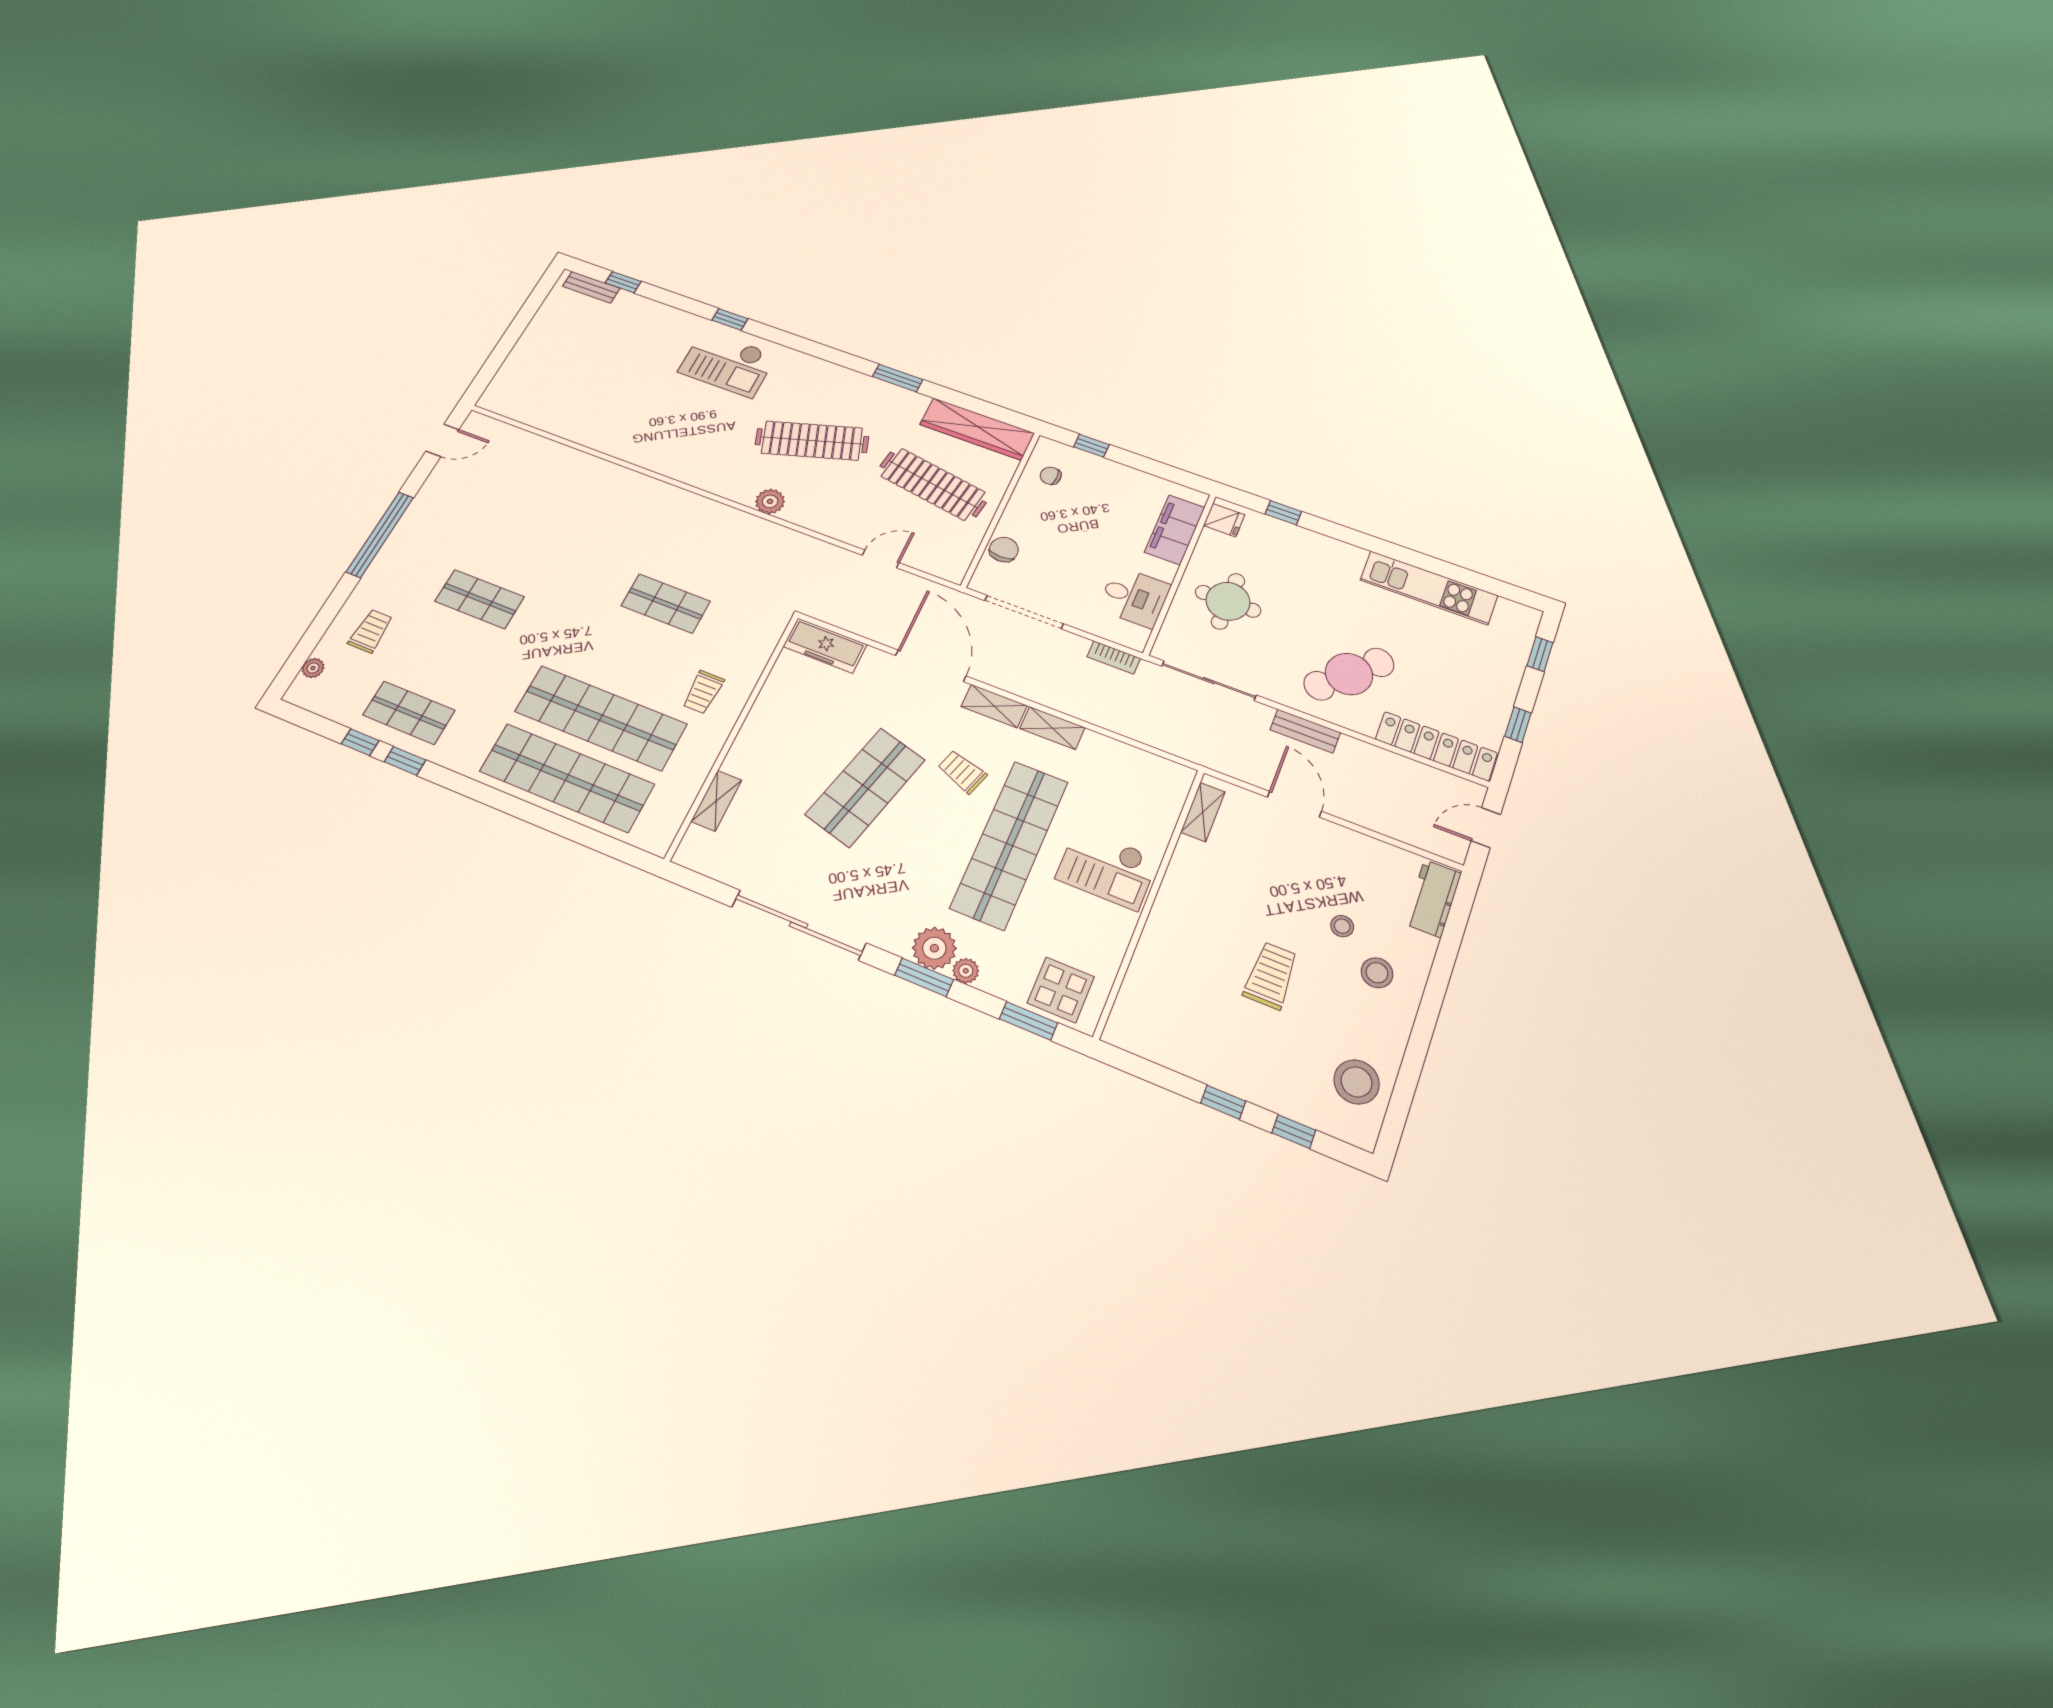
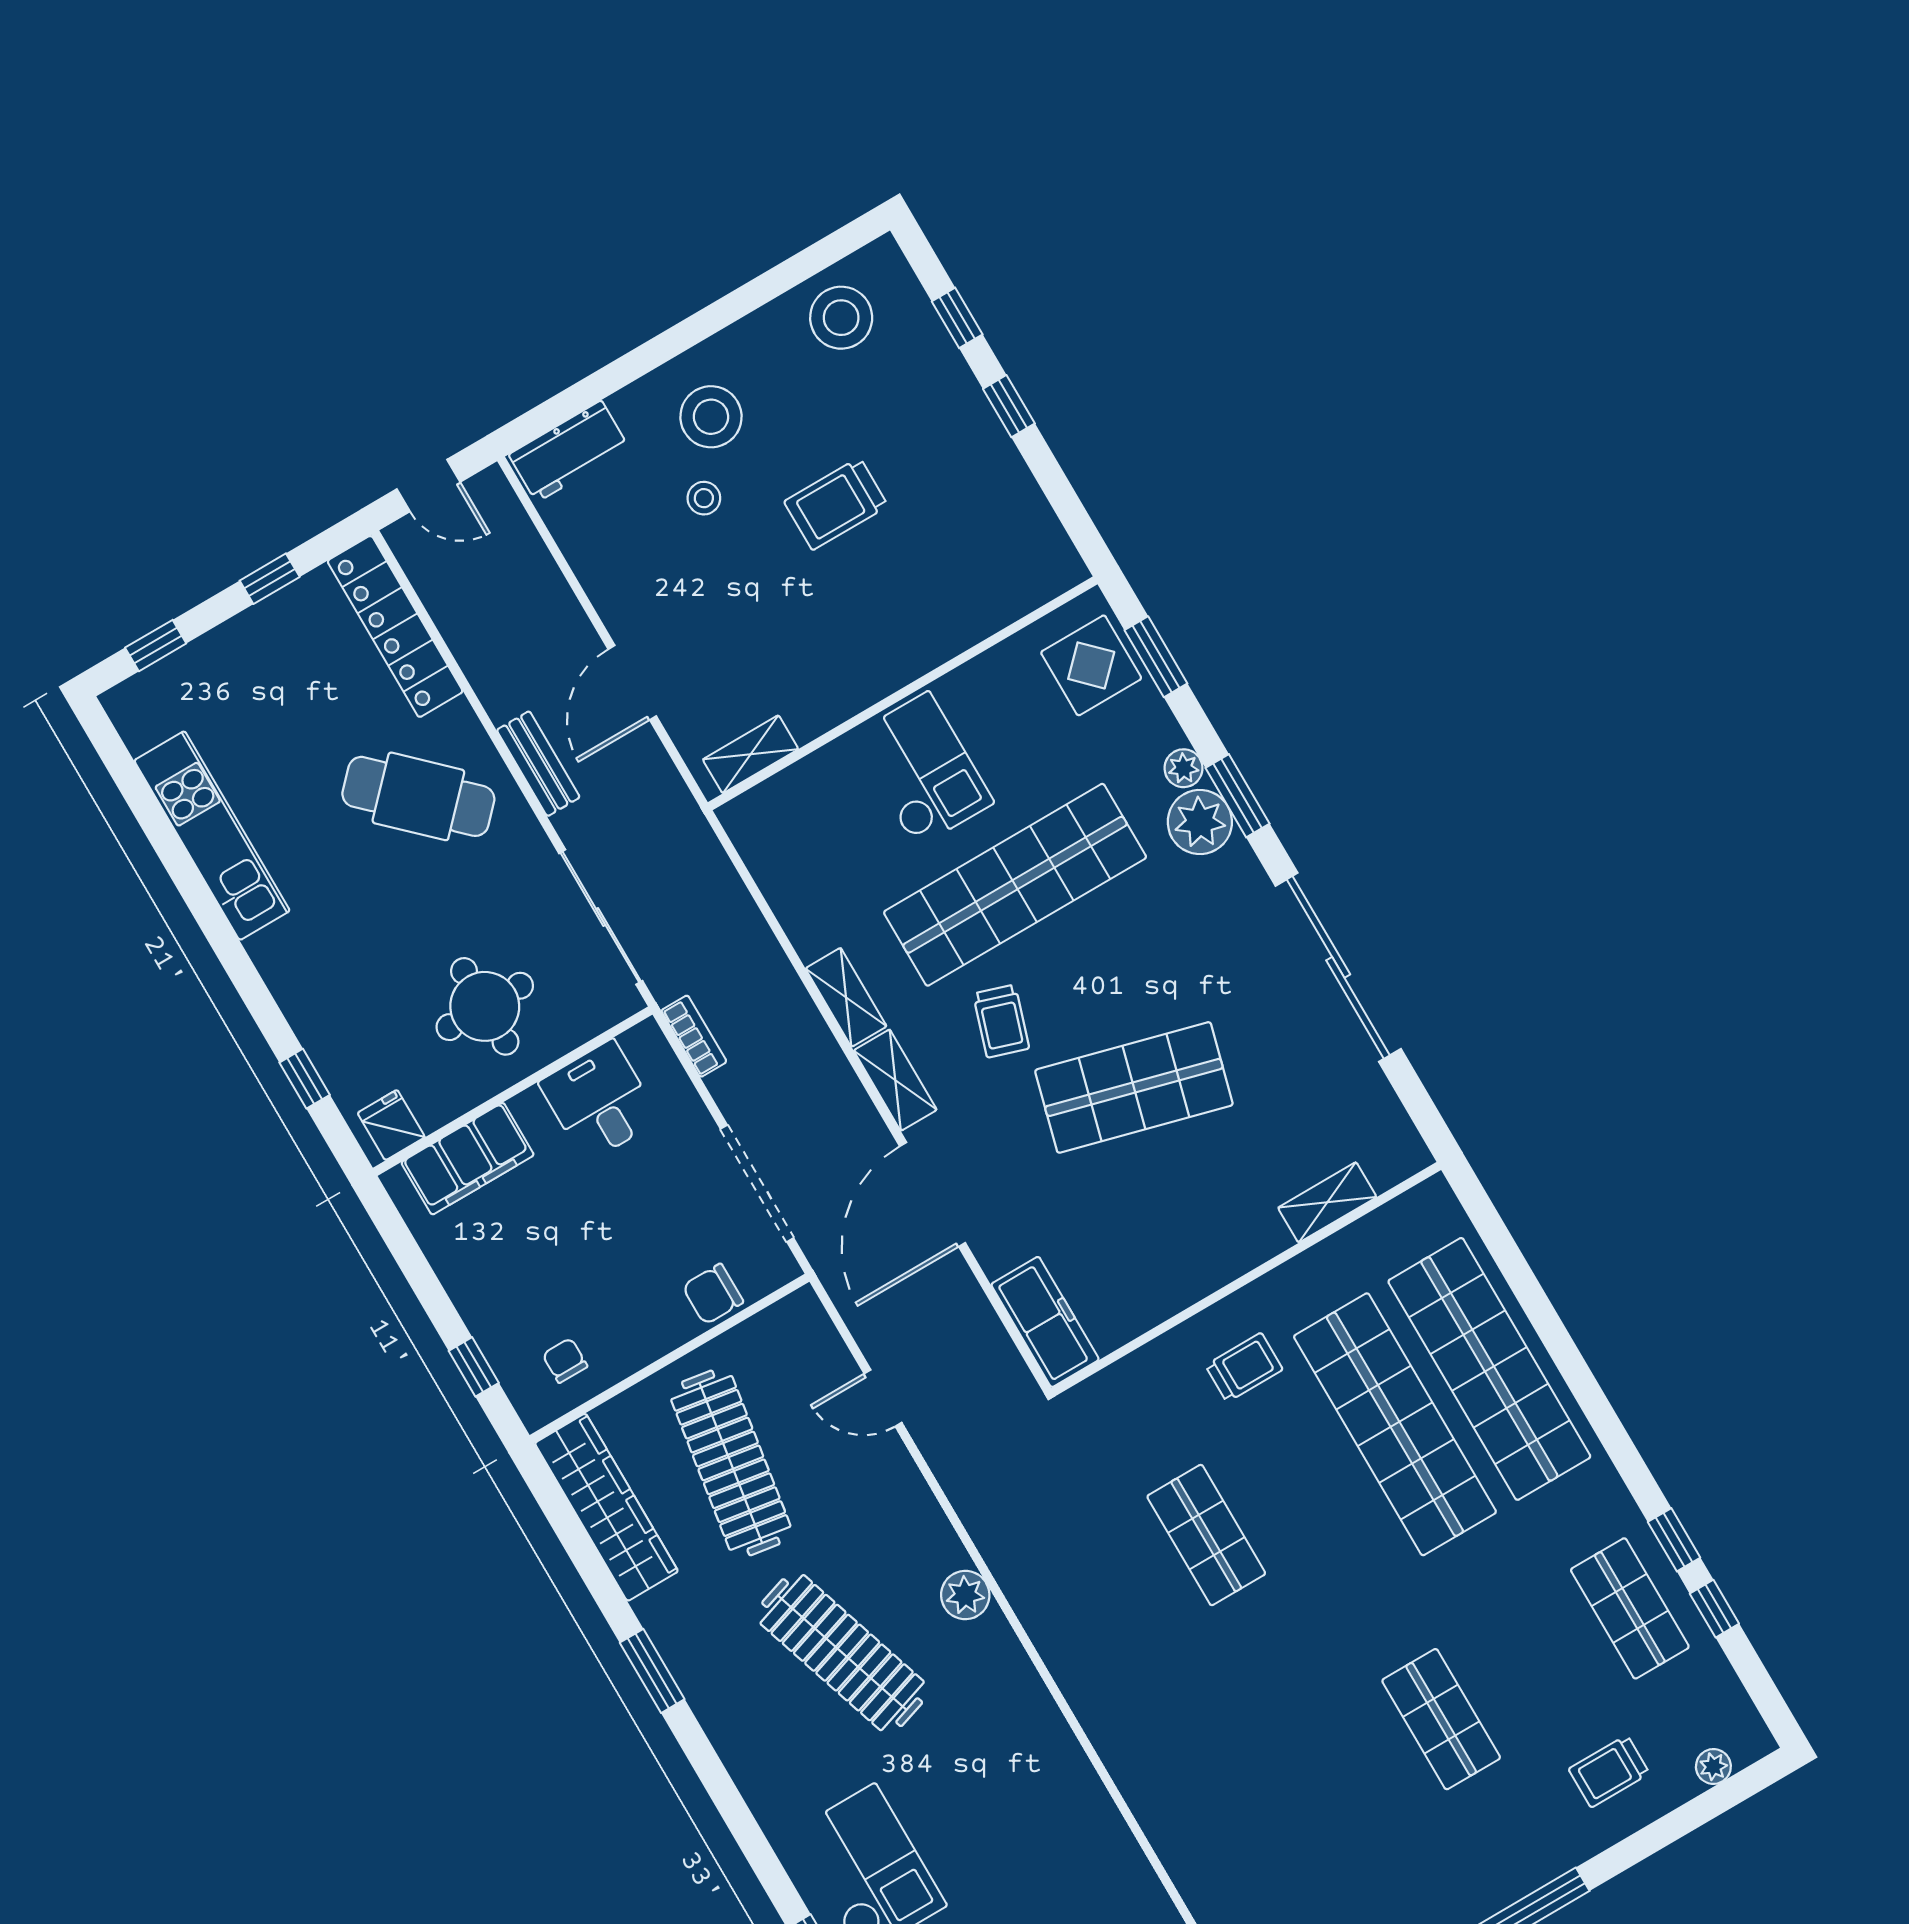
chair: (1051, 476) -> (565, 1360), turned 180
stool: (1377, 973) -> (711, 417), width x1.38, depth x1.38

